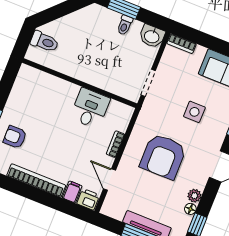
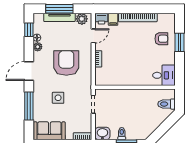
desk: (90, 108) -> (164, 75), moved, turned -90
door: (110, 179) -> (93, 36), hinge flipped
plant: (116, 210) -> (82, 19), added

